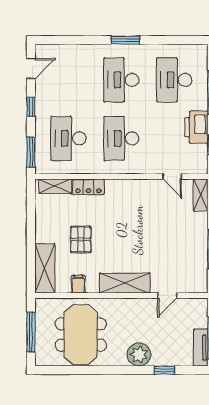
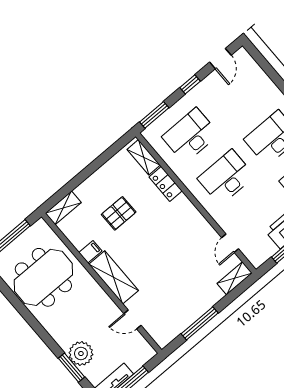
door: (31, 69) -> (220, 59), hinge flipped
shelving: (45, 268) -> (63, 208), width x0.67, depth x0.75
filing cabinet: (78, 284) -> (90, 252), moved
plant: (139, 355) -> (81, 354), moved
window: (164, 370) -> (72, 368), width x1.50

